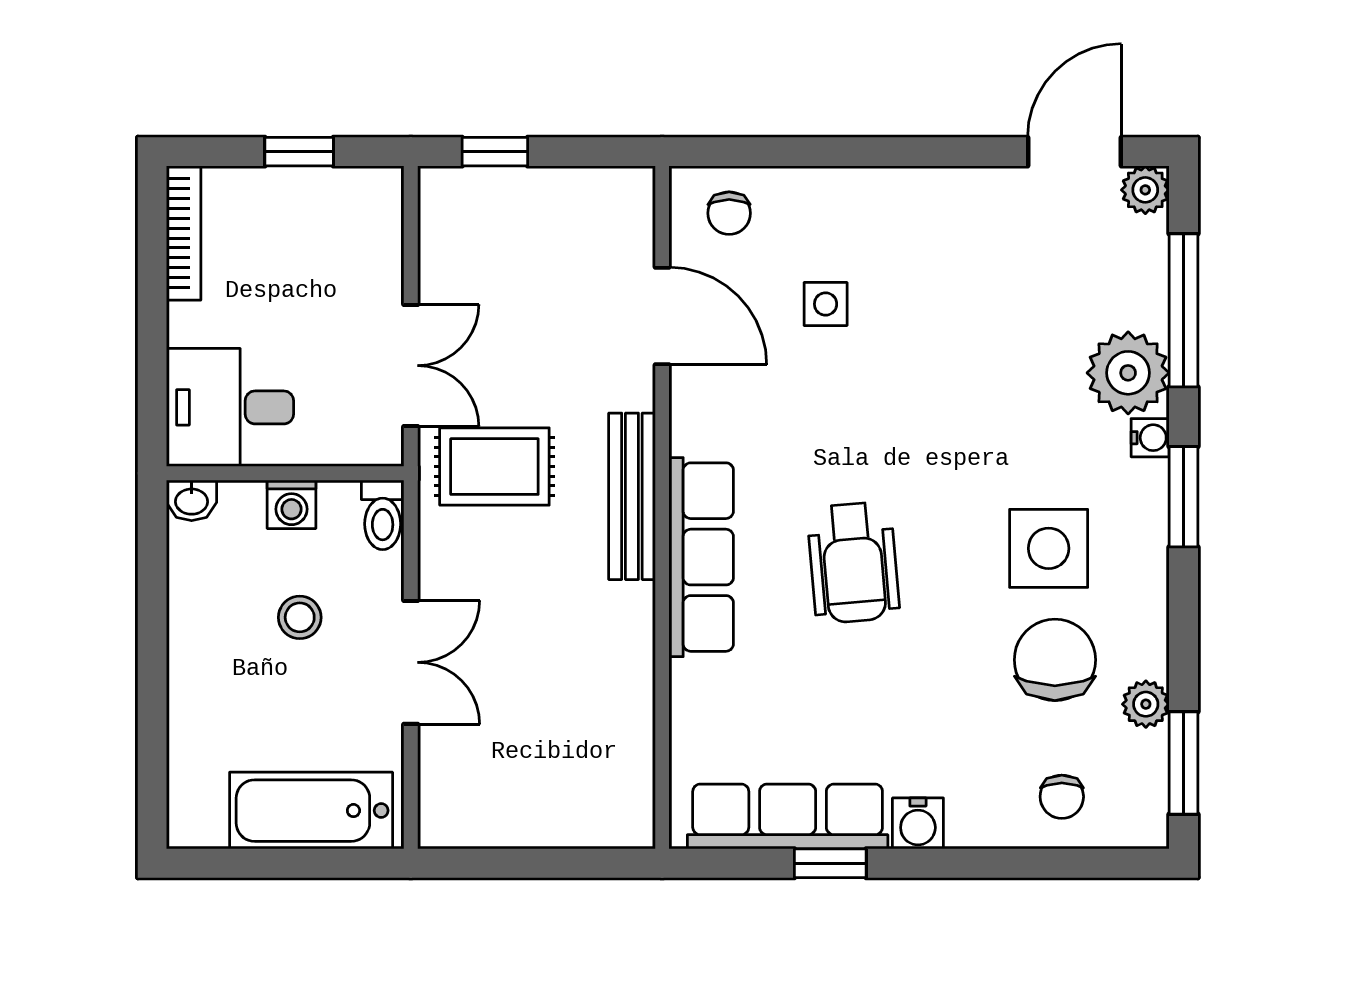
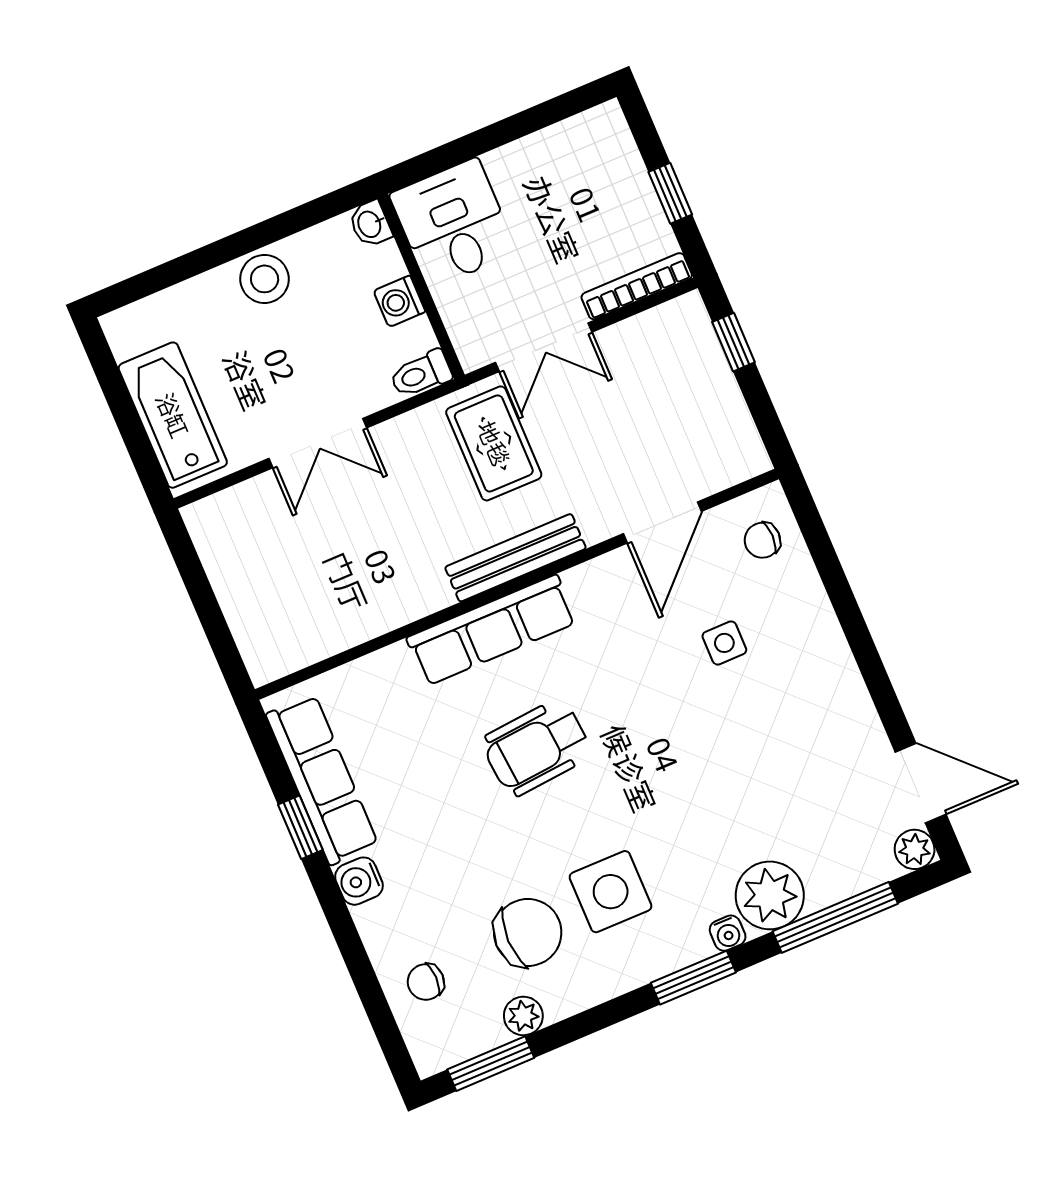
bookcase: (184, 233) -> (637, 286), moved, turned 180
stool: (300, 617) -> (265, 279), moved, width x1.37, depth x1.37

